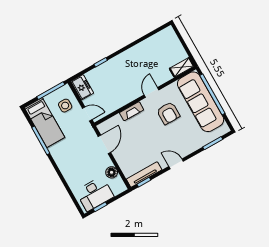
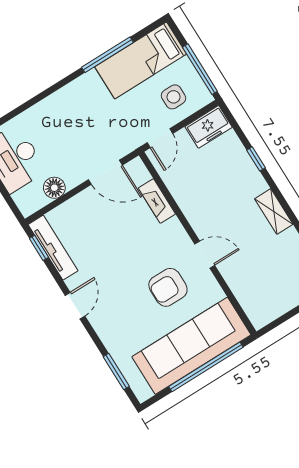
shelving: (182, 67) -> (274, 211), moved
fireplace: (132, 111) -> (157, 201), moved

